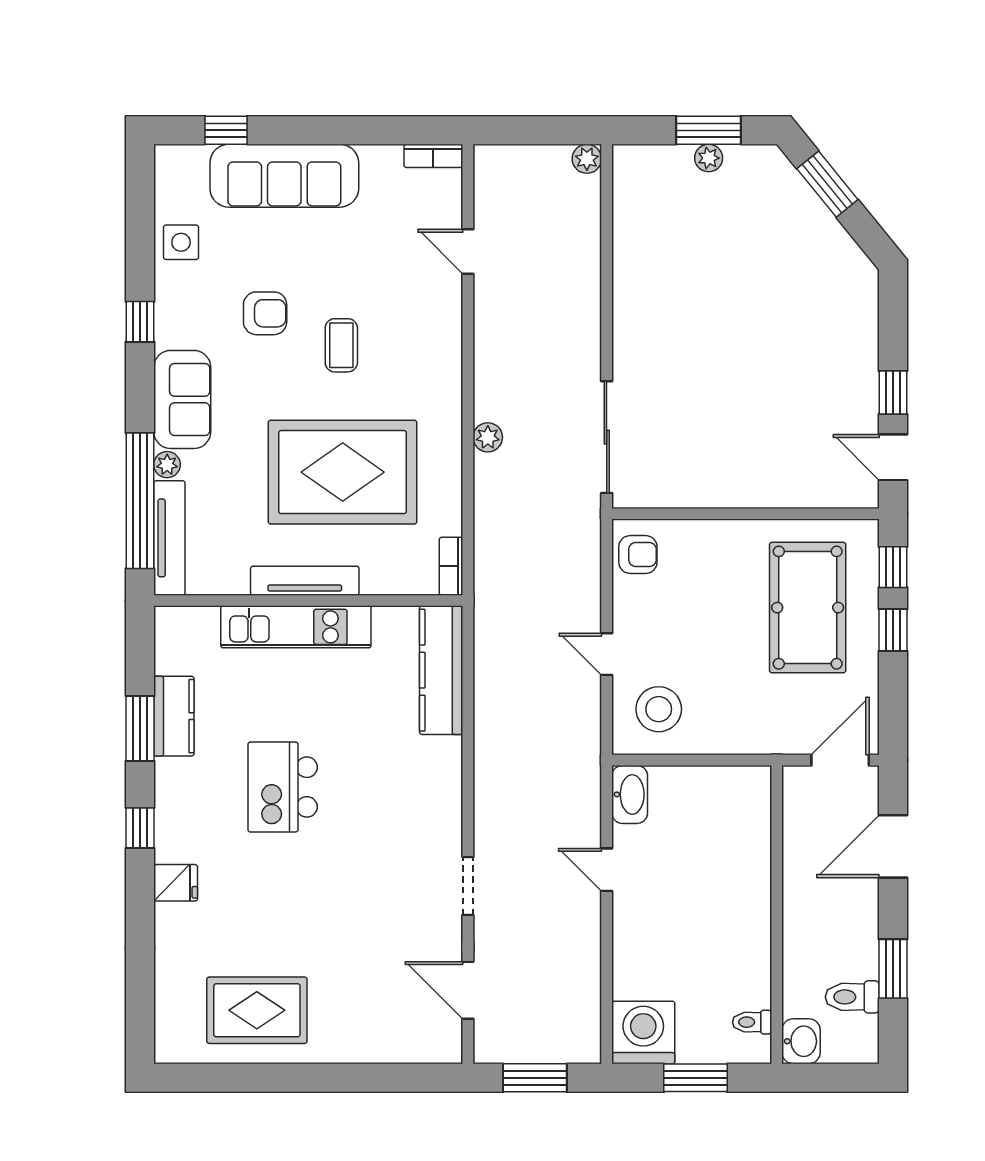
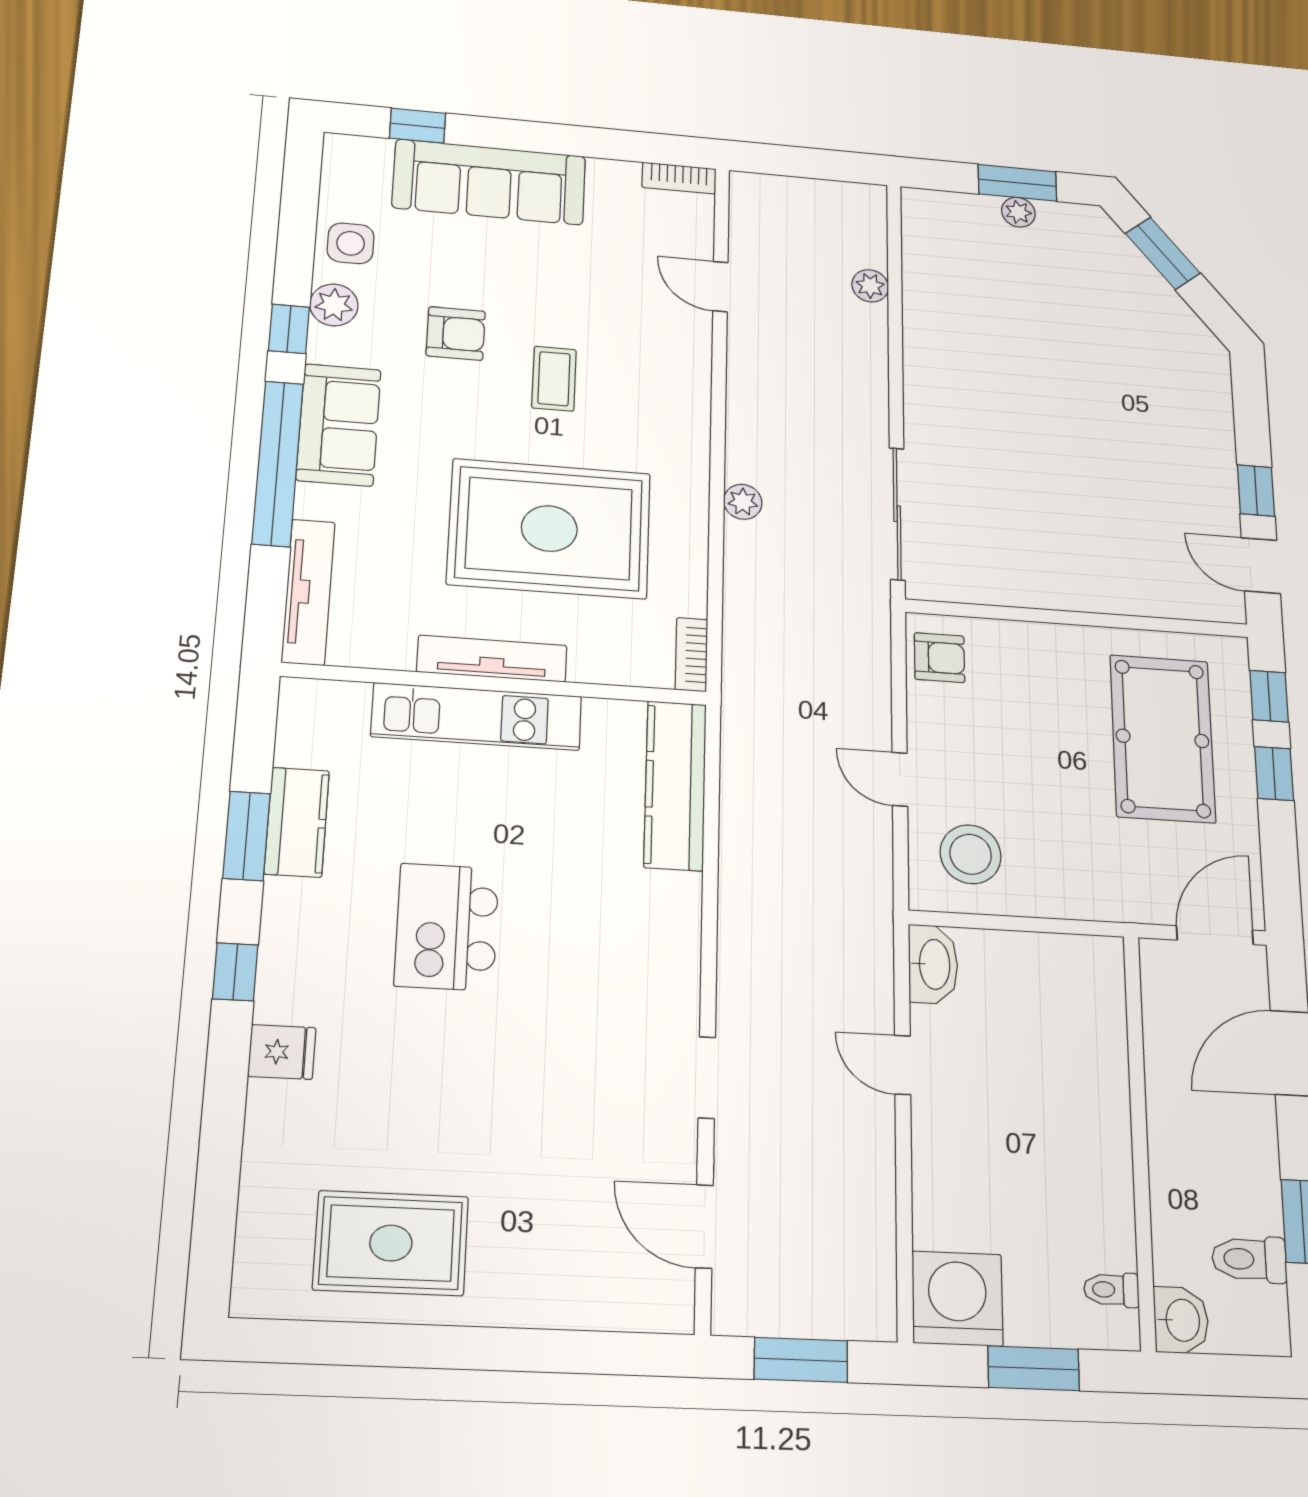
plant: (587, 159) -> (870, 286), moved
plant: (167, 465) -> (334, 305), moved, width x1.38, depth x1.38
window: (140, 501) -> (278, 463), moved

